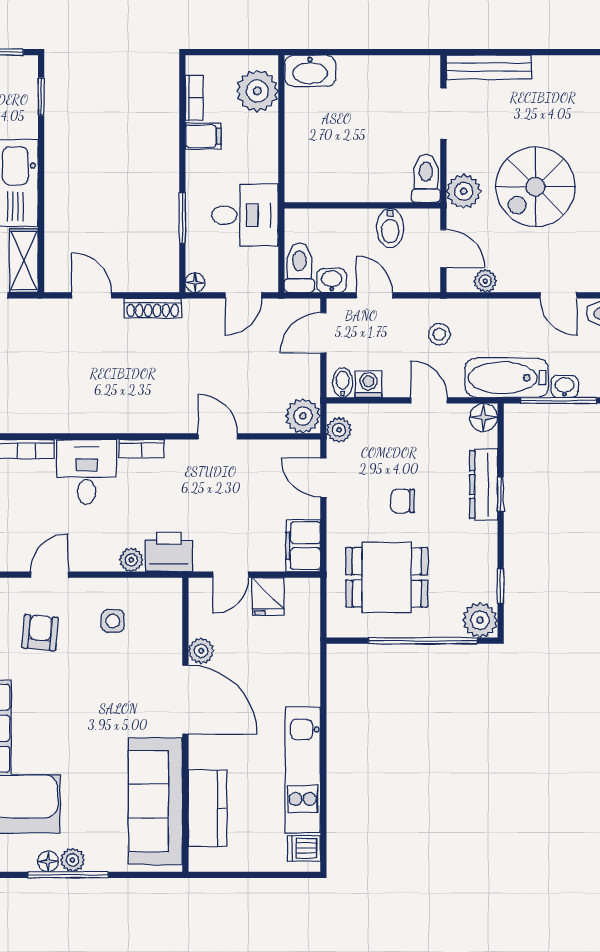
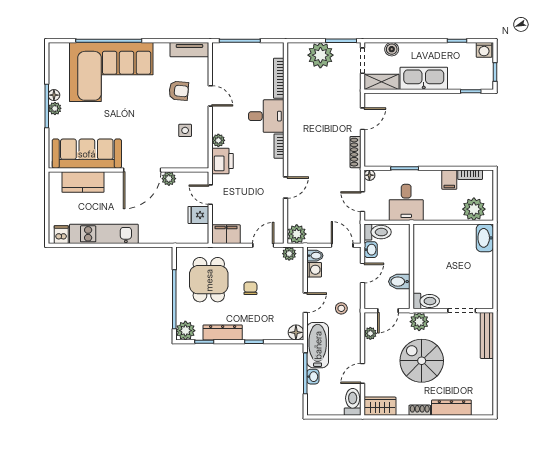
dresser: (484, 485) -> (223, 332), moved

